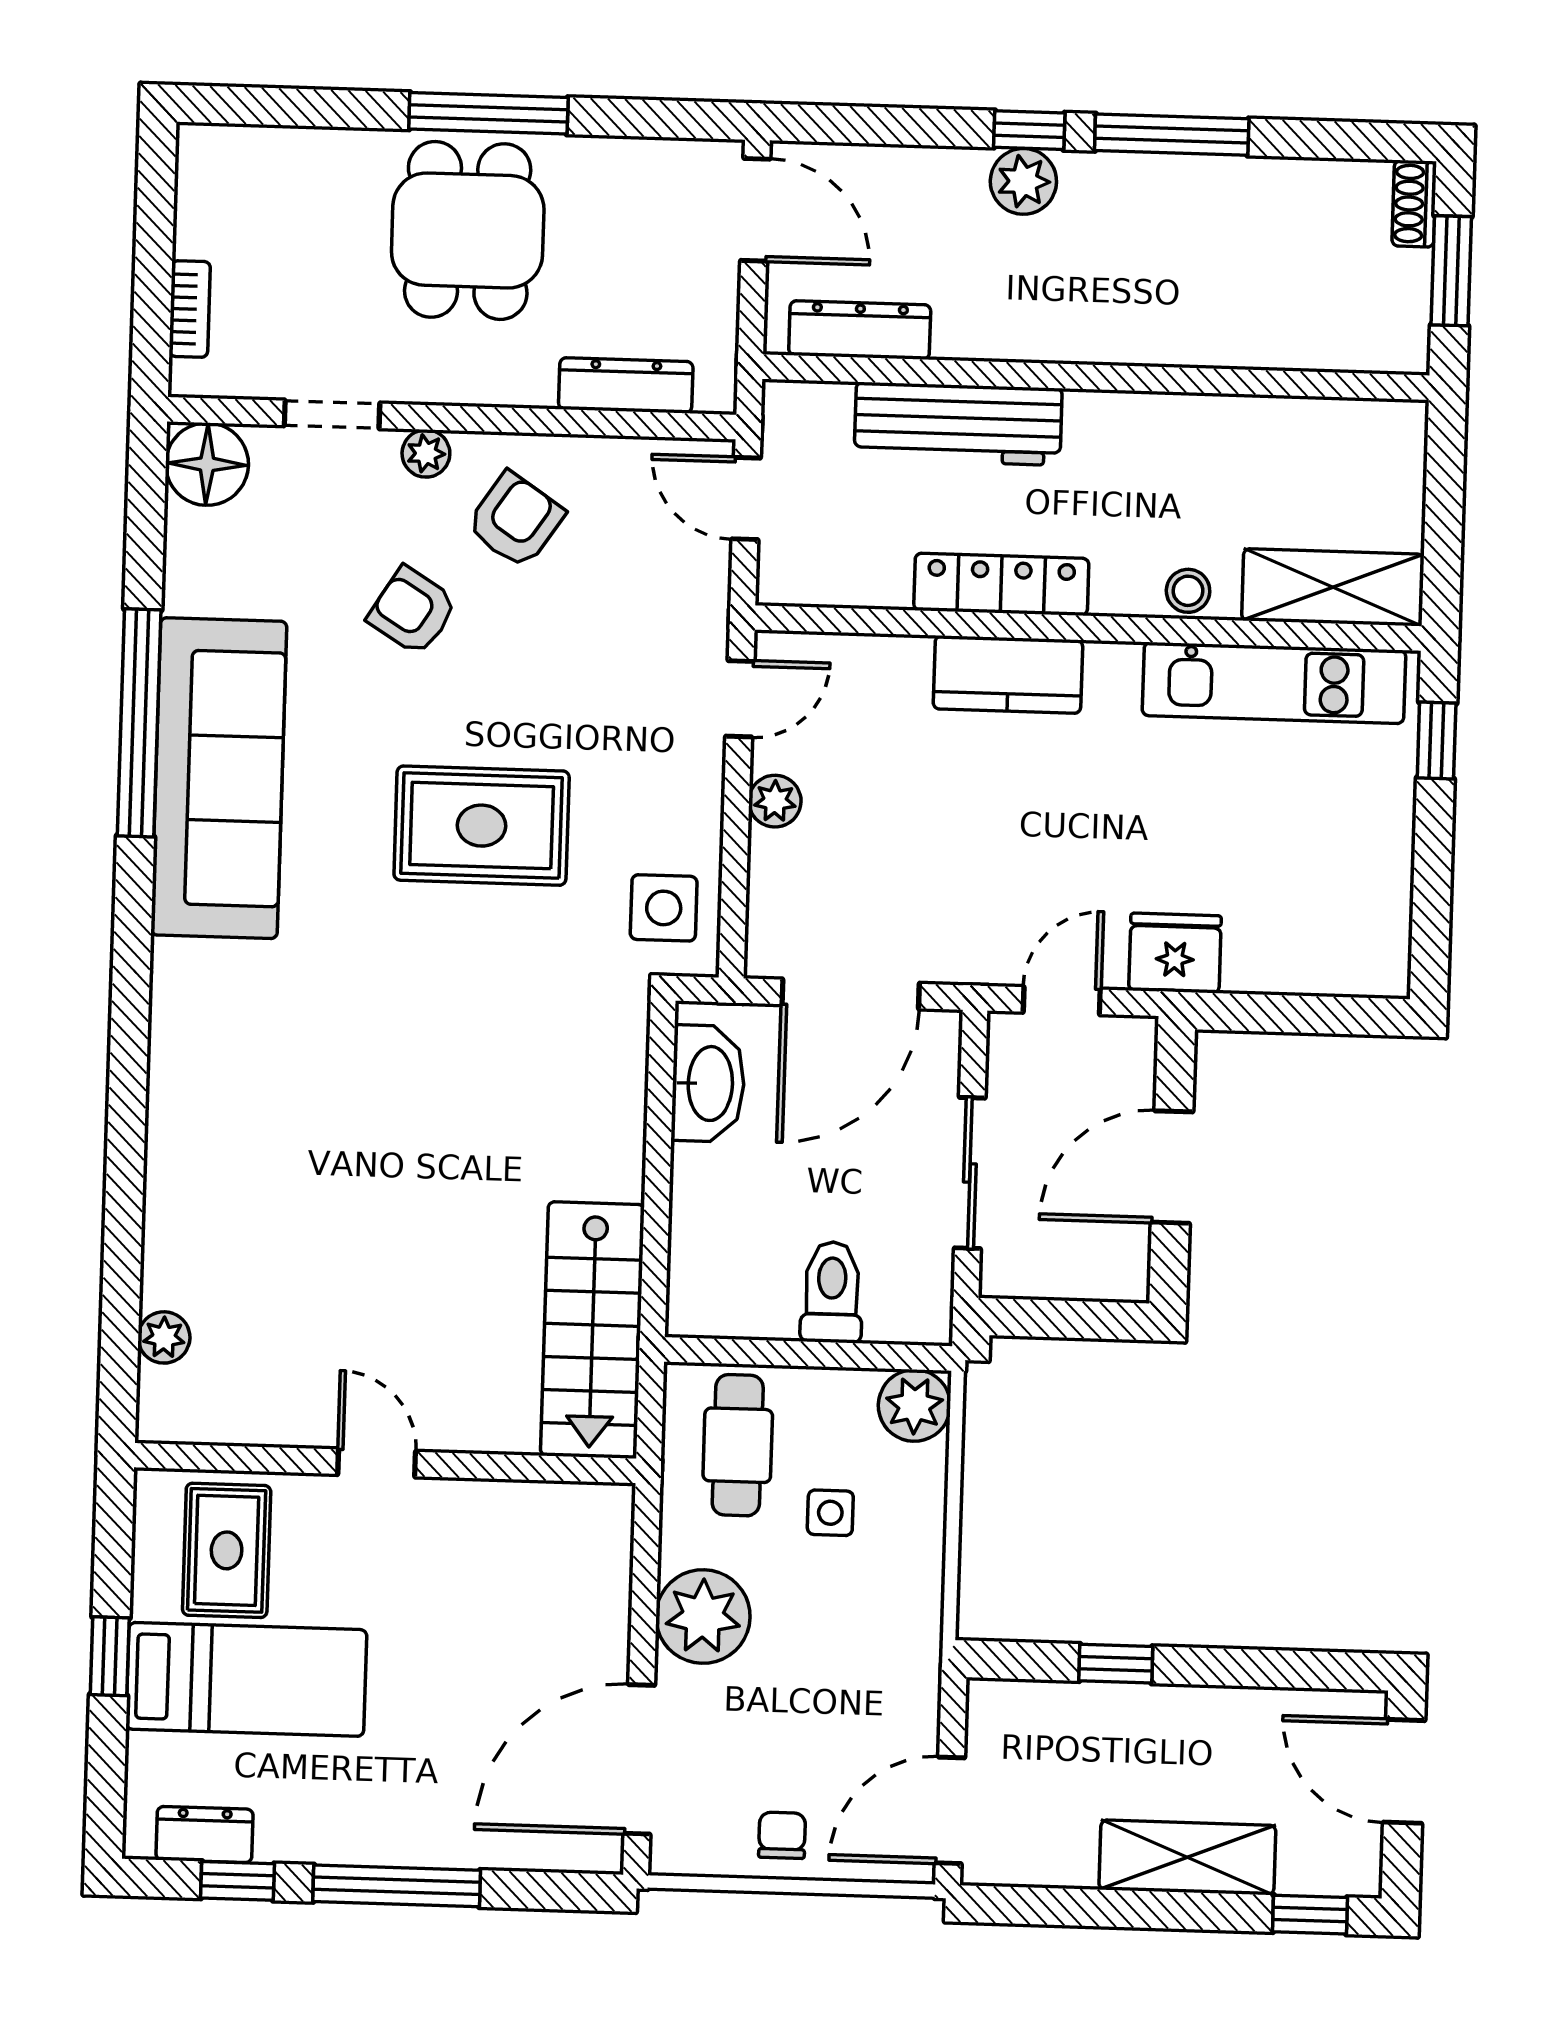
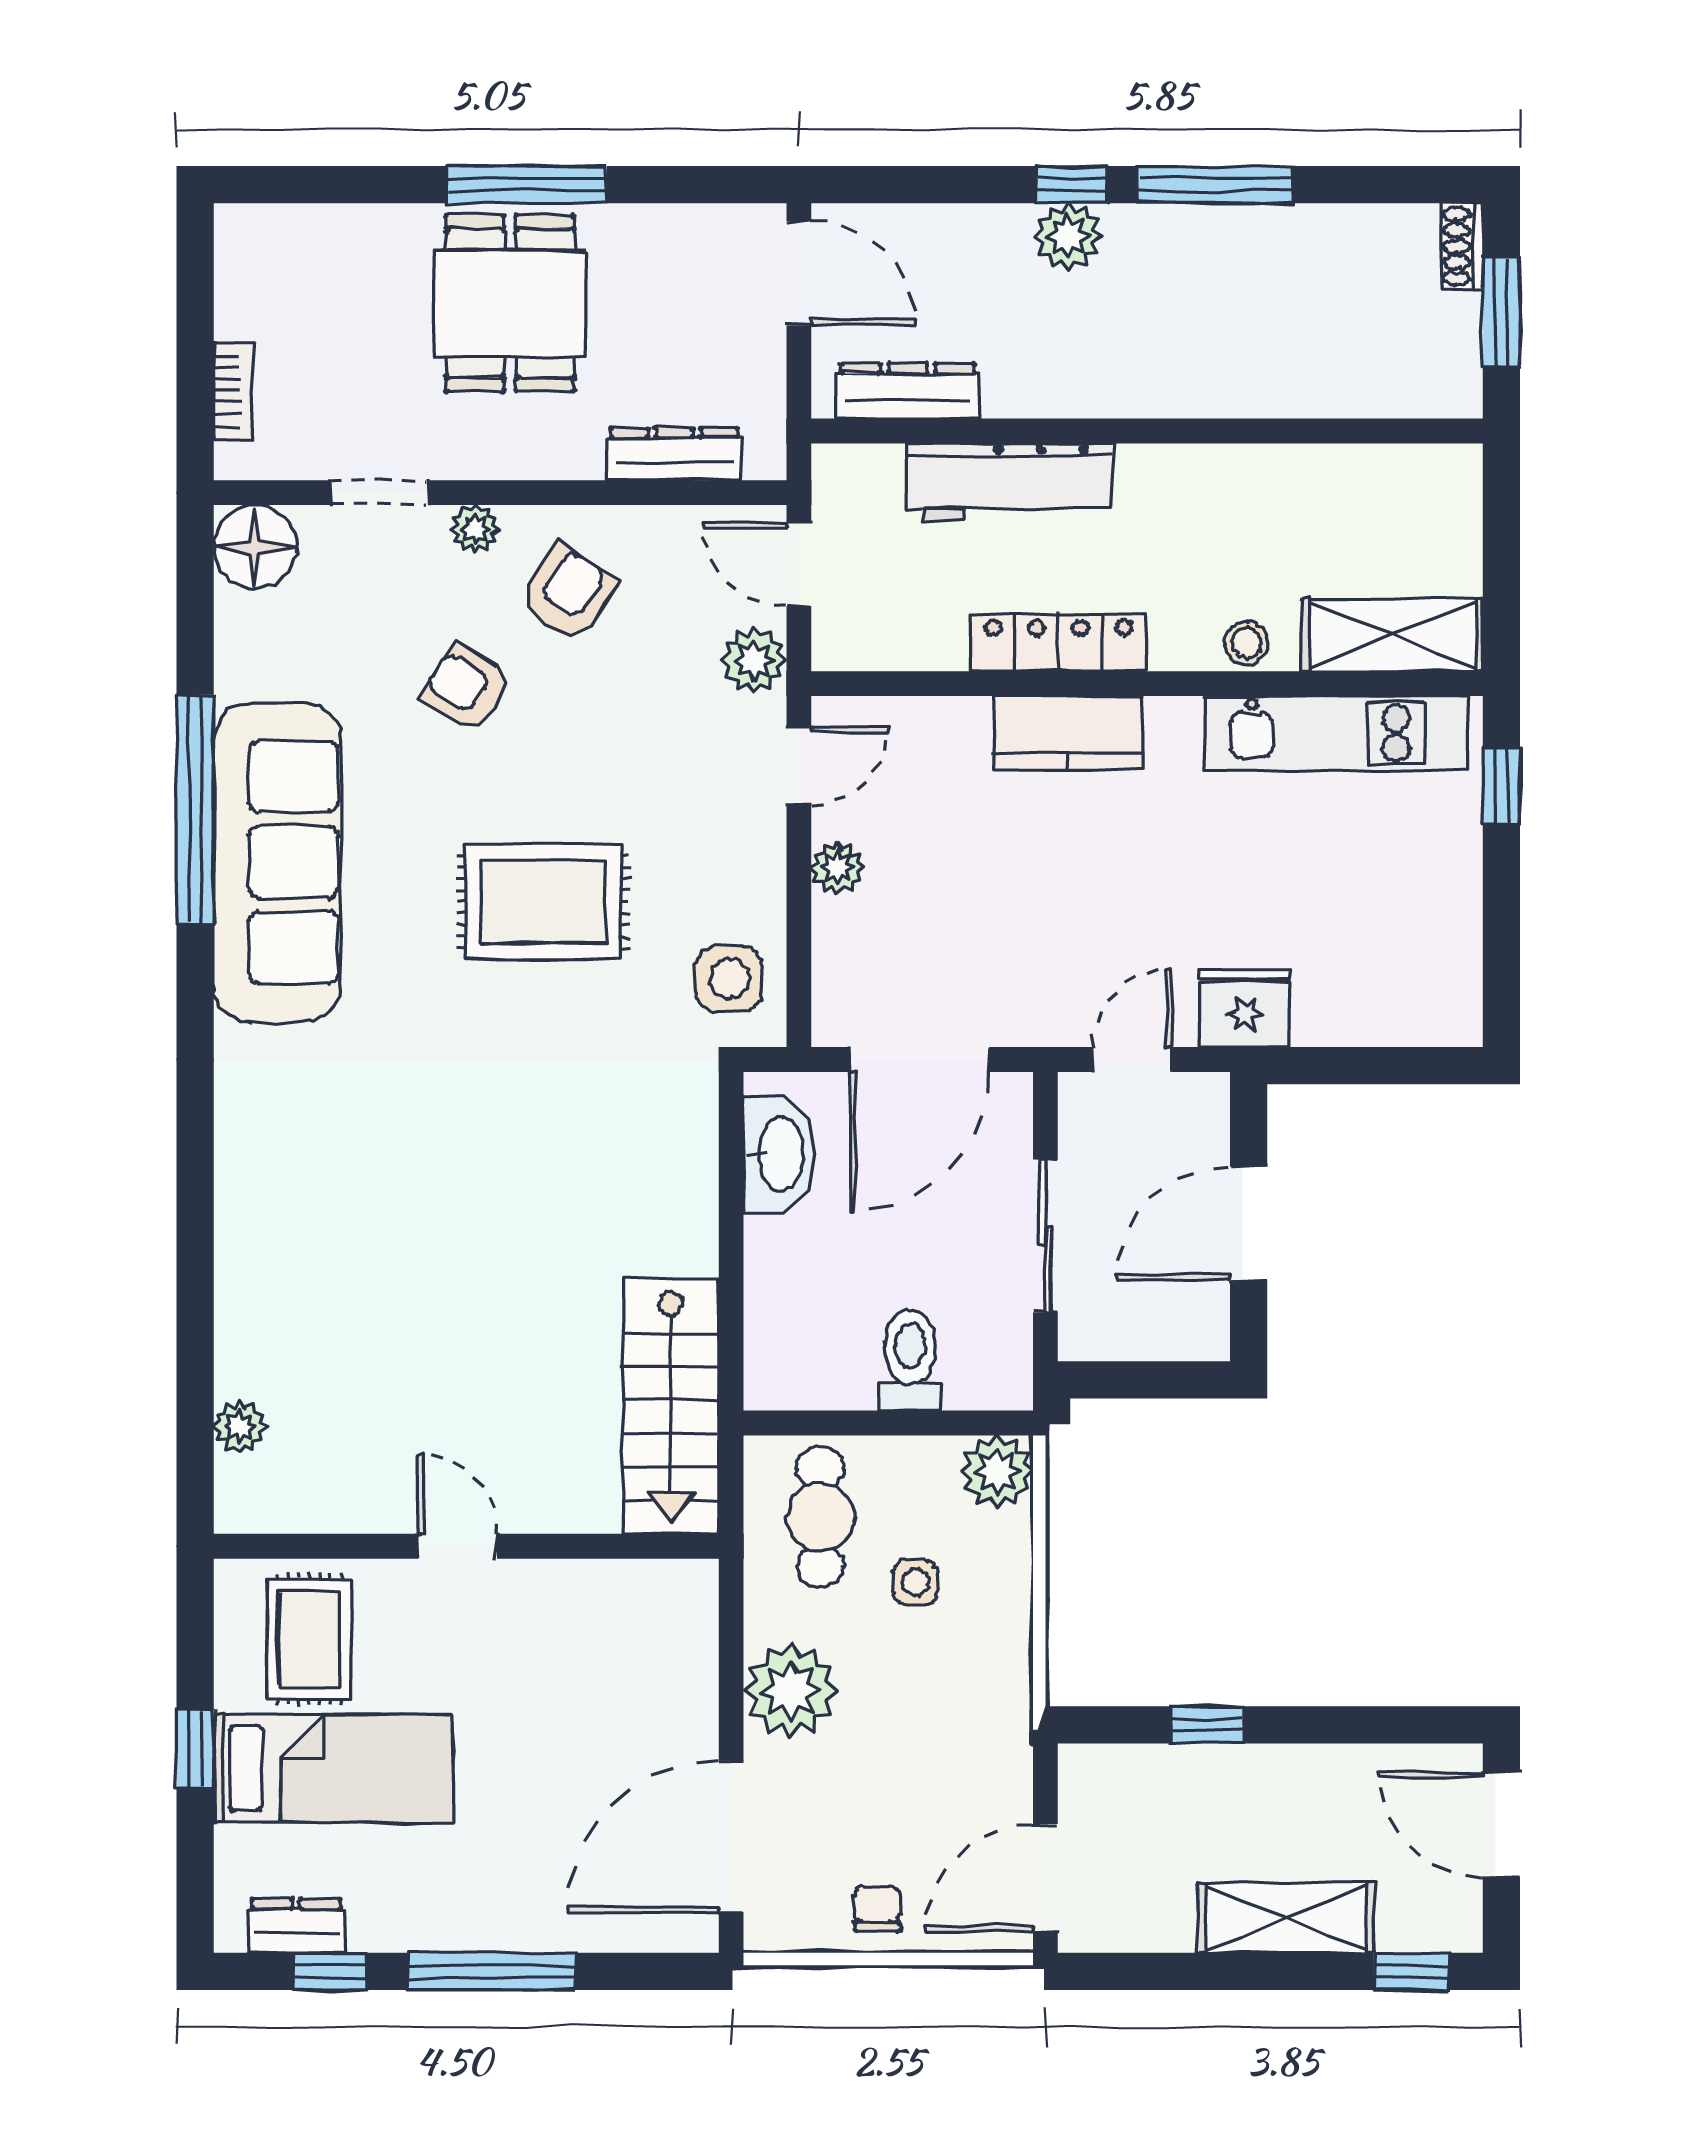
plant: (698, 592) -> (754, 660), added

